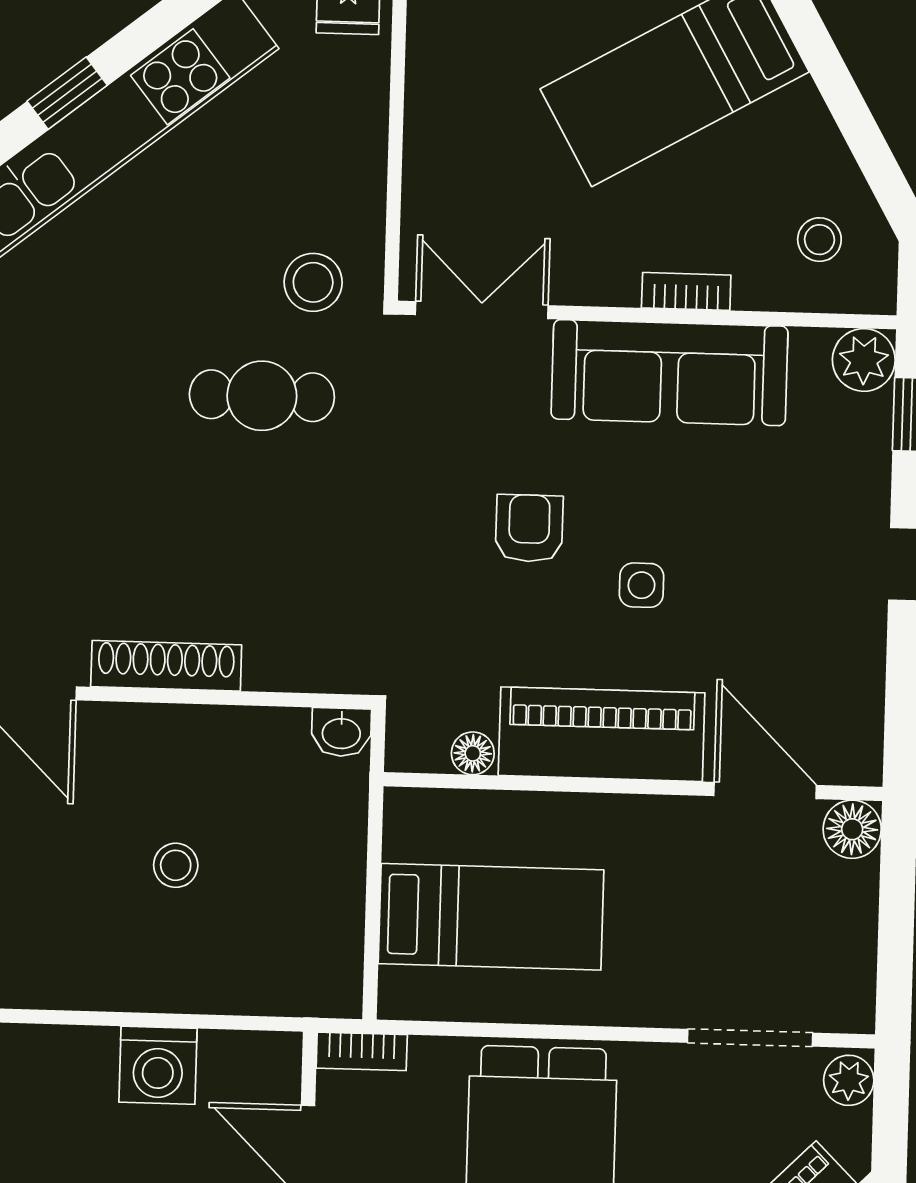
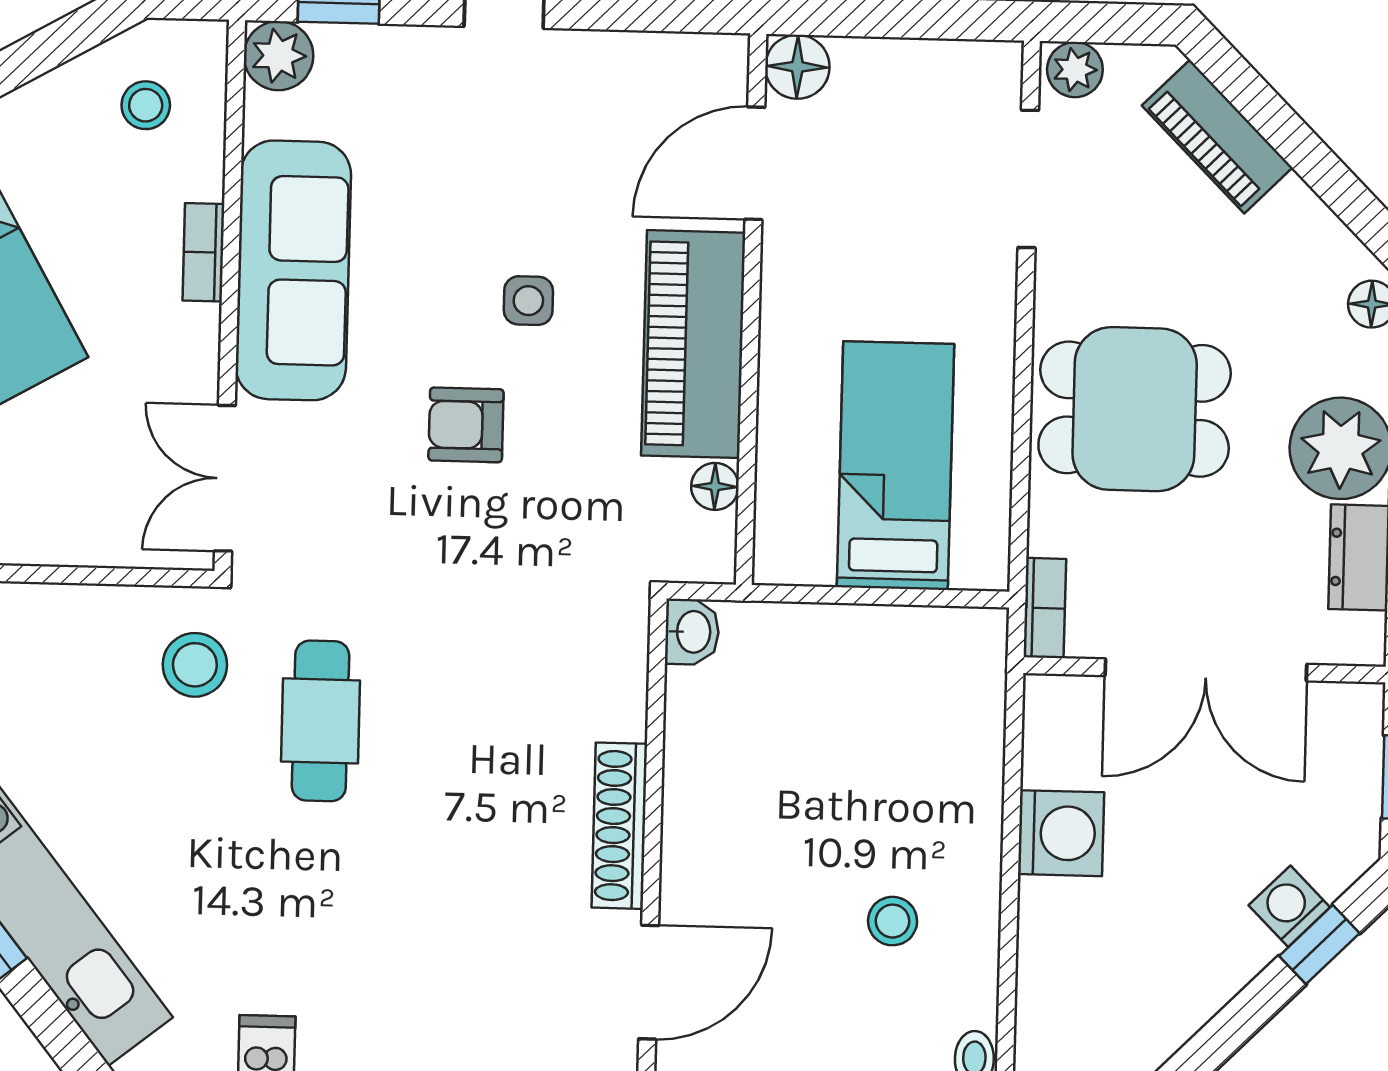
stool: (176, 865) -> (893, 921), moved

